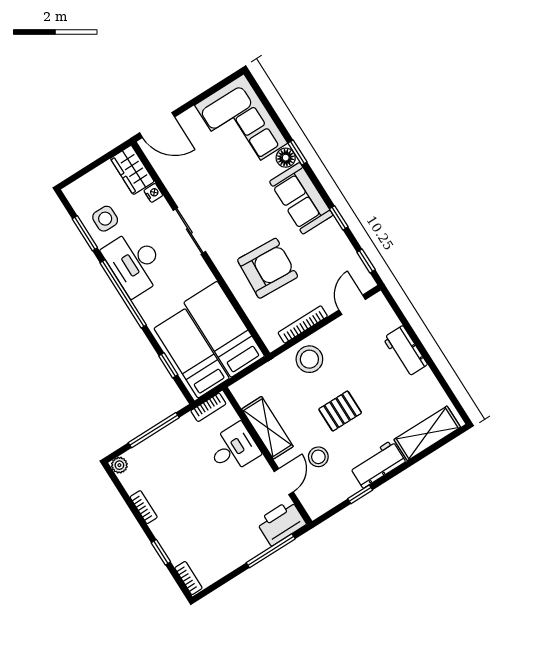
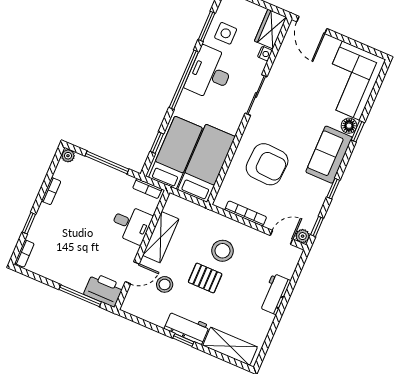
plant: (366, 282) -> (303, 236), added
stool: (309, 359) -> (222, 251), moved
window: (360, 494) -> (183, 340), moved

